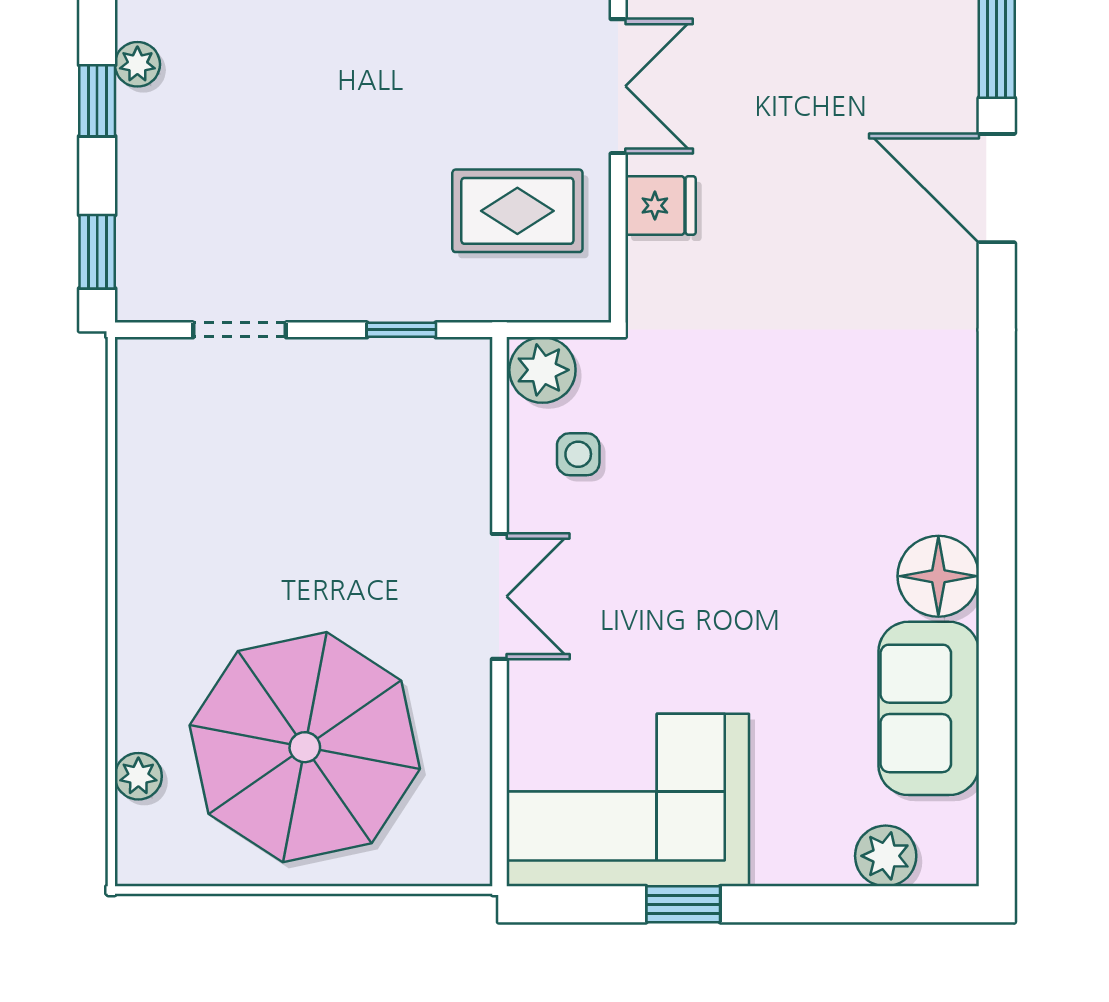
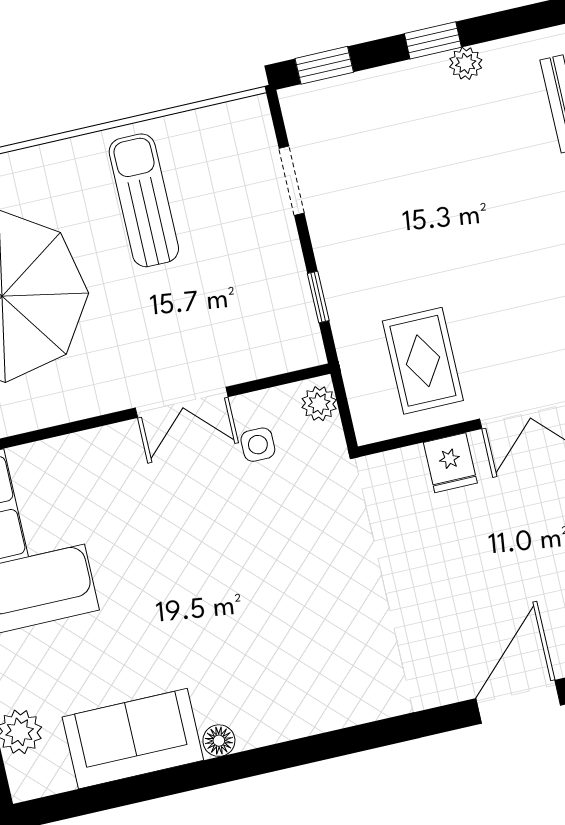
plant: (542, 370) -> (319, 404), width x0.73, depth x0.73
sun lounger: (221, 531) -> (144, 200), added
floor lamp: (938, 576) -> (219, 741), width x0.53, depth x0.53
double door: (499, 596) -> (182, 402), moved

